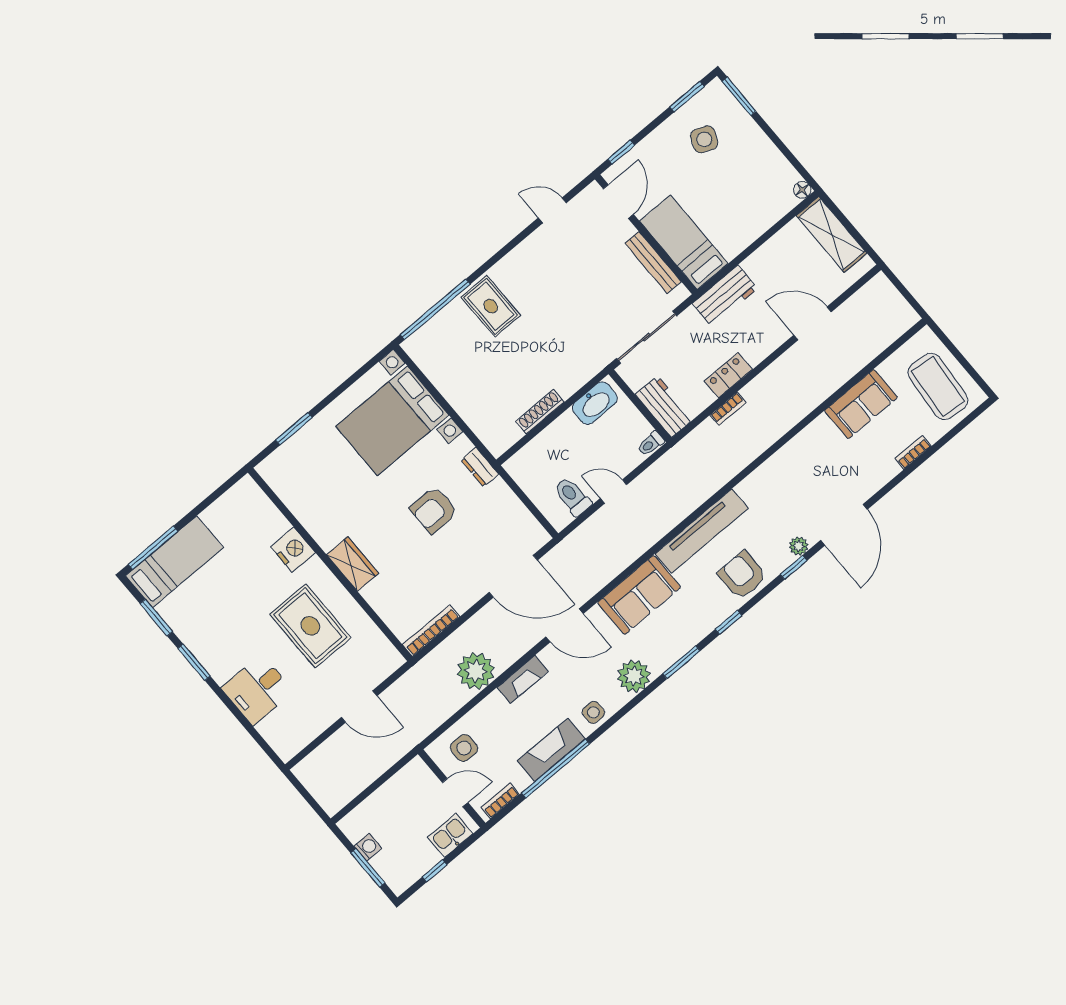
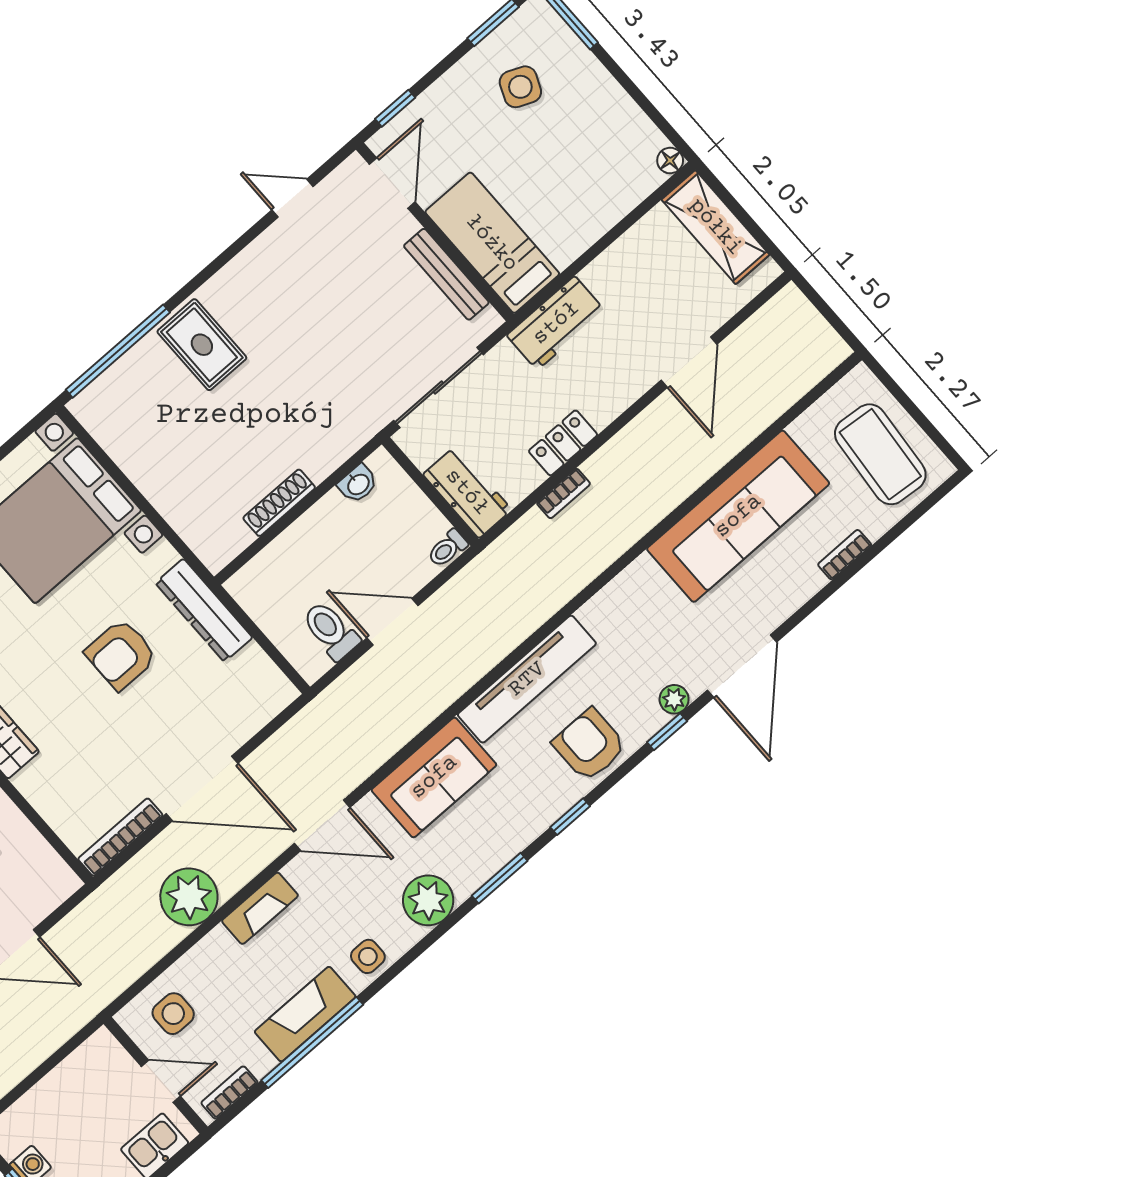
door: (812, 323) -> (689, 362), swing flipped
washbasin: (595, 403) -> (358, 484), width x0.52, depth x0.69
sofa: (861, 404) -> (738, 516), width x1.85, depth x1.27
dresser: (480, 467) -> (204, 610), width x1.96, depth x1.24
door: (614, 492) -> (393, 622), width x1.38
door: (513, 576) -> (202, 789), moved

